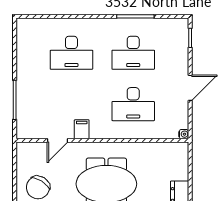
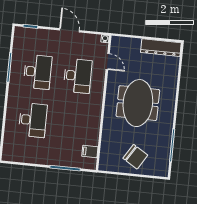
filing cabinet: (82, 129) -> (90, 152), moved
door: (58, 140) -> (108, 62), moved

